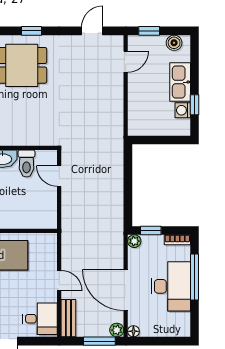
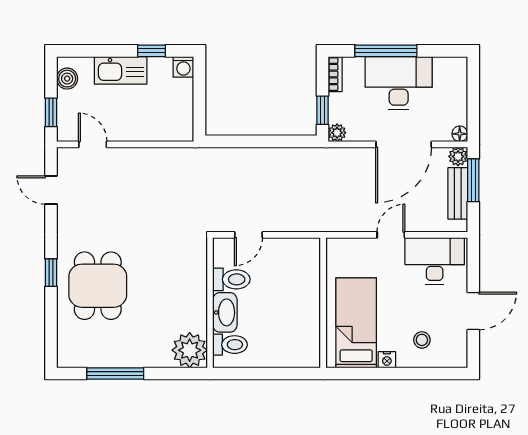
washing machine: (183, 110) -> (183, 67), moved
bench: (68, 318) -> (458, 193), moved, turned 90
desk: (40, 319) -> (435, 261), width x1.37

